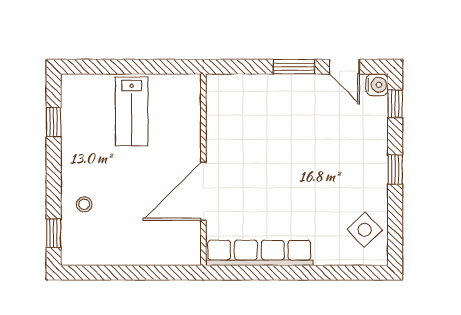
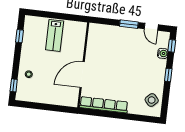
water cooler: (377, 85) -> (163, 53), moved

